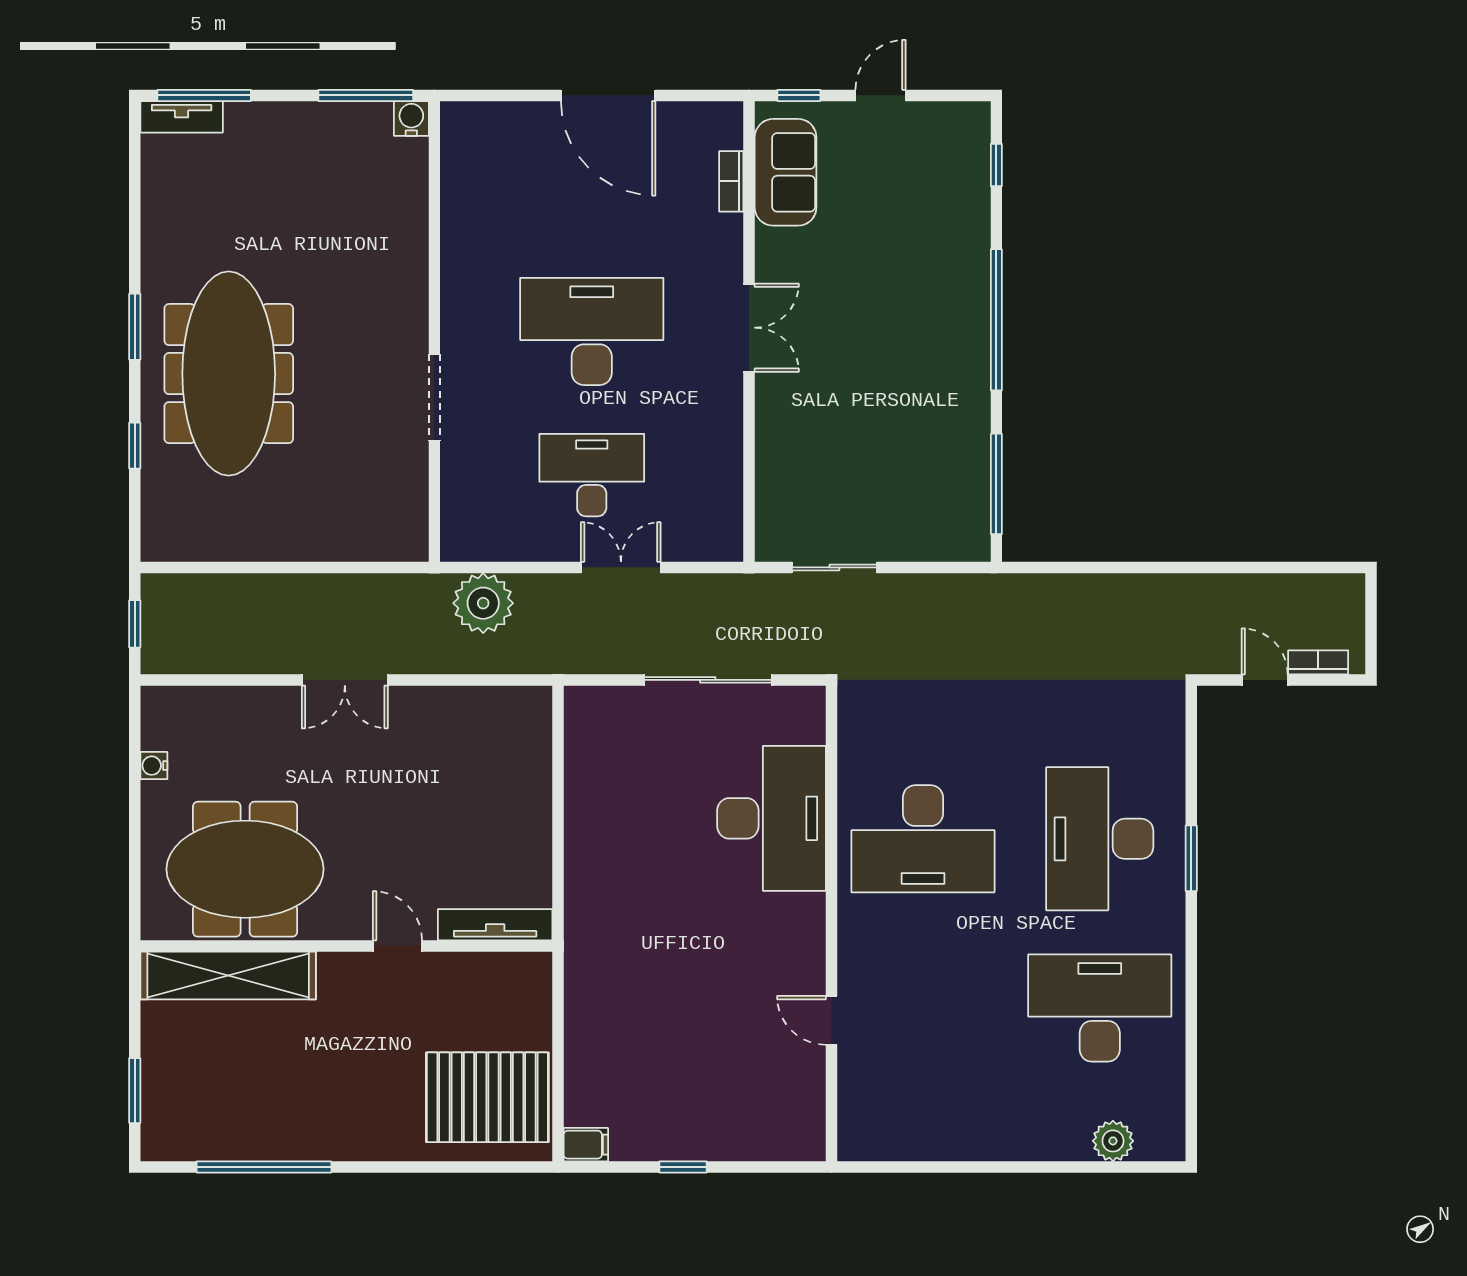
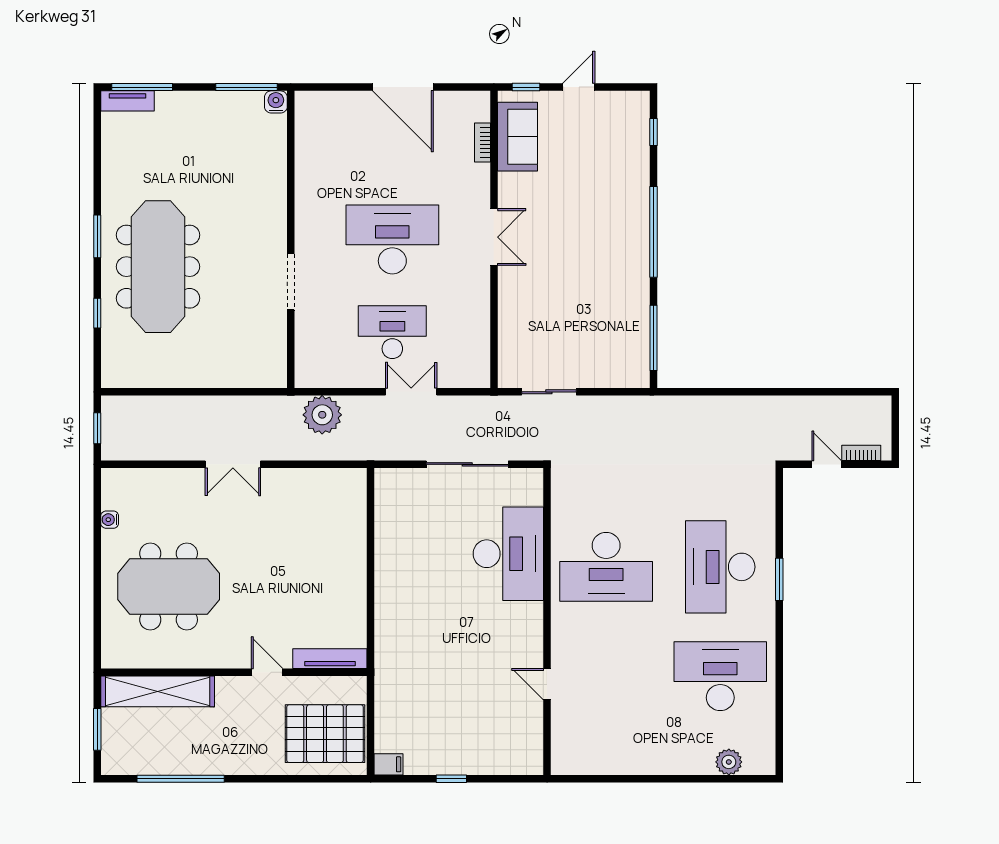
tv unit: (495, 925) -> (330, 659), moved
wall: (346, 946) -> (234, 672), moved
door: (398, 946) -> (267, 672), moved
shelving: (228, 975) -> (158, 691), moved

